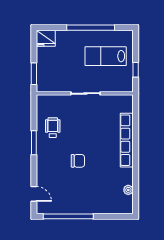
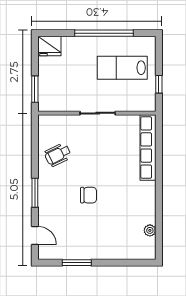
wheelchair: (53, 128) -> (58, 155), turned -116
row of seats: (127, 140) -> (148, 148), moved
window: (34, 143) -> (35, 193), moved
window: (68, 216) -> (77, 263), width x0.47

